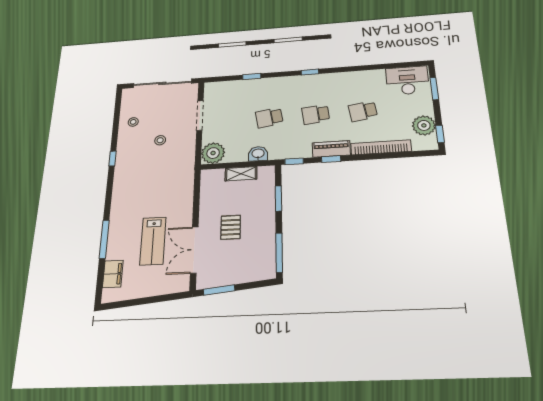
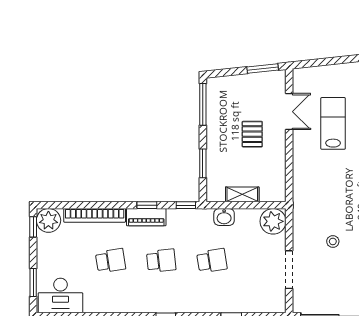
plant: (424, 125) -> (48, 220), moved
double door: (194, 250) -> (289, 112), width x0.73

